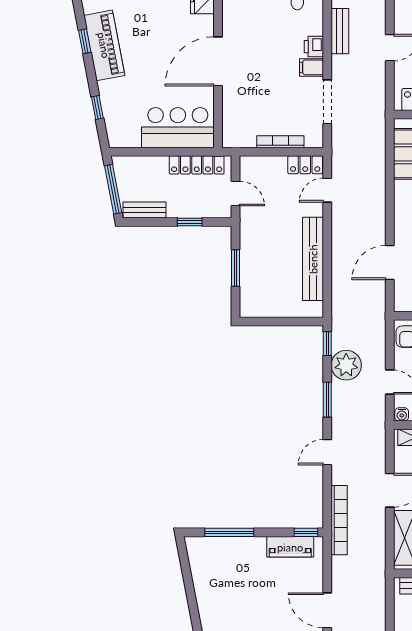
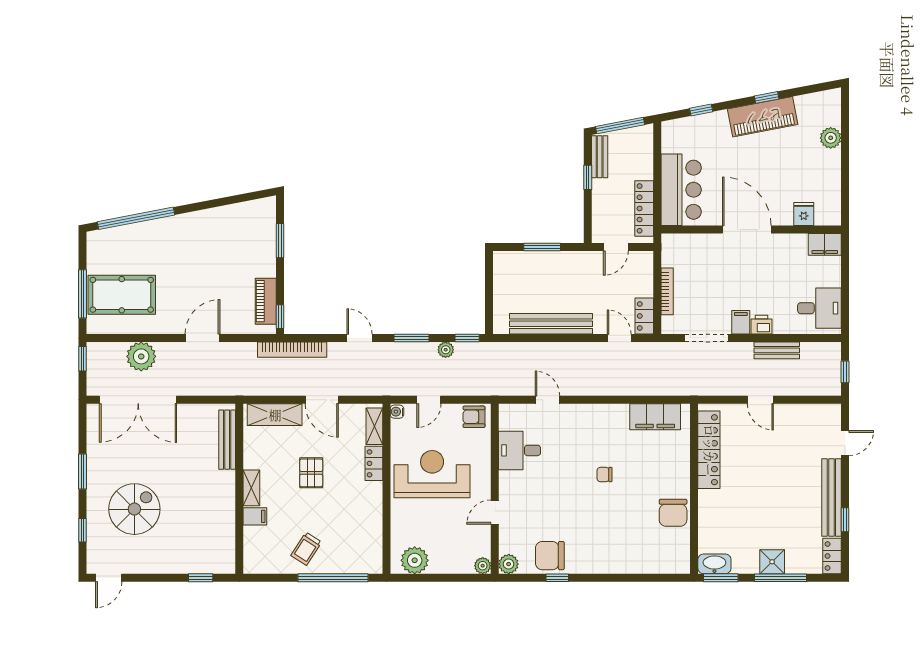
window: (190, 222) -> (588, 177), moved
door: (390, 263) -> (547, 400), width x0.73
plant: (346, 365) -> (446, 350), width x0.53, depth x0.53
window: (229, 532) -> (280, 241), width x0.69

